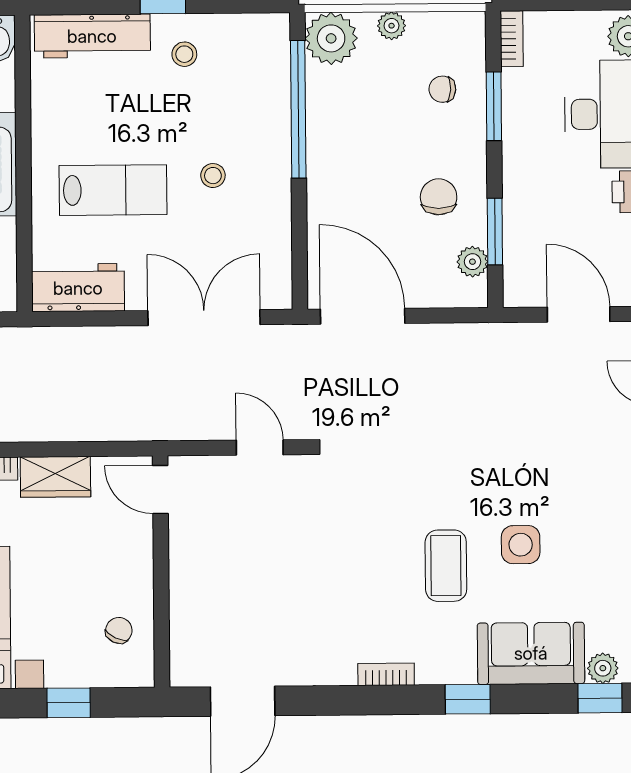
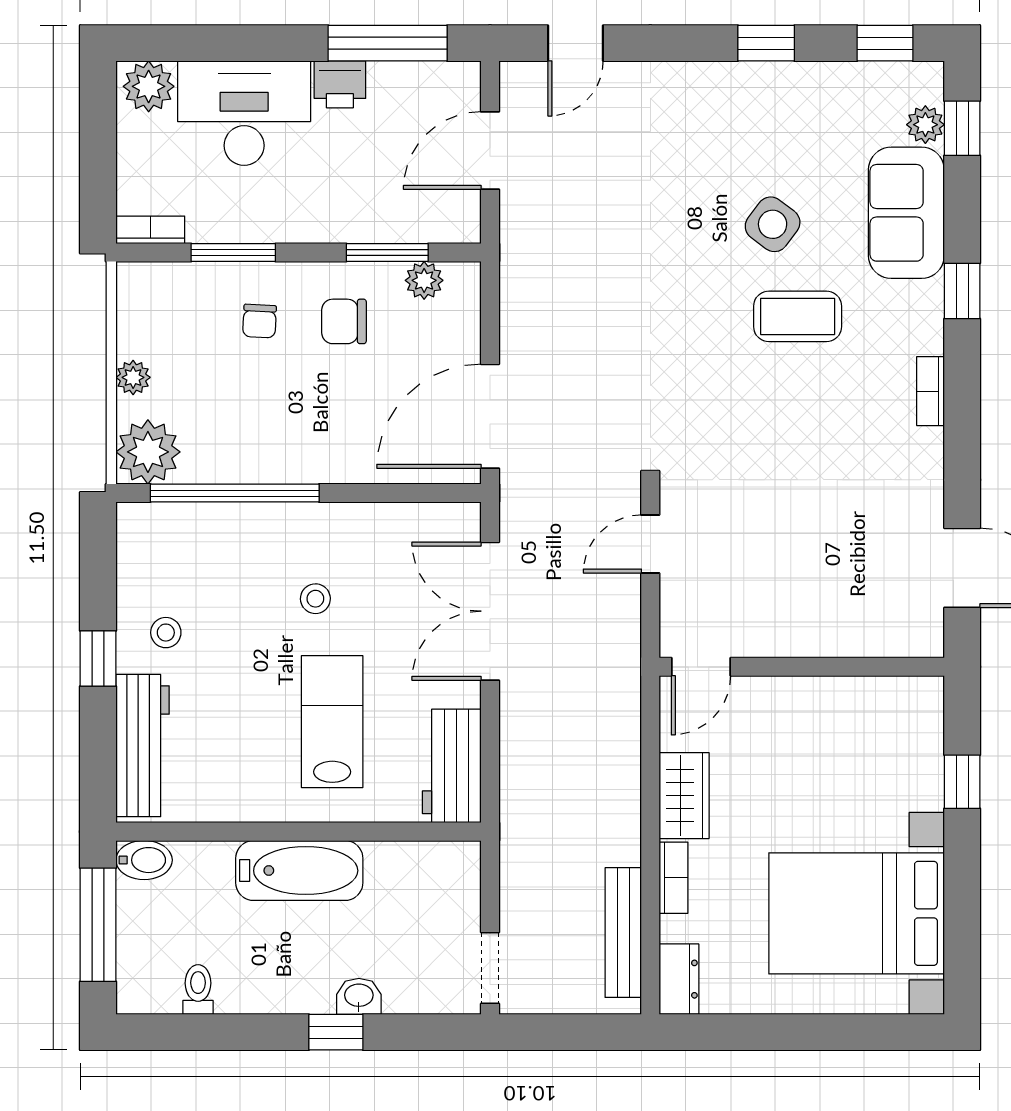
chair: (442, 89) -> (259, 321), moved
side table: (521, 545) -> (773, 224), turned 37
chair: (119, 630) -> (874, 719), removed

